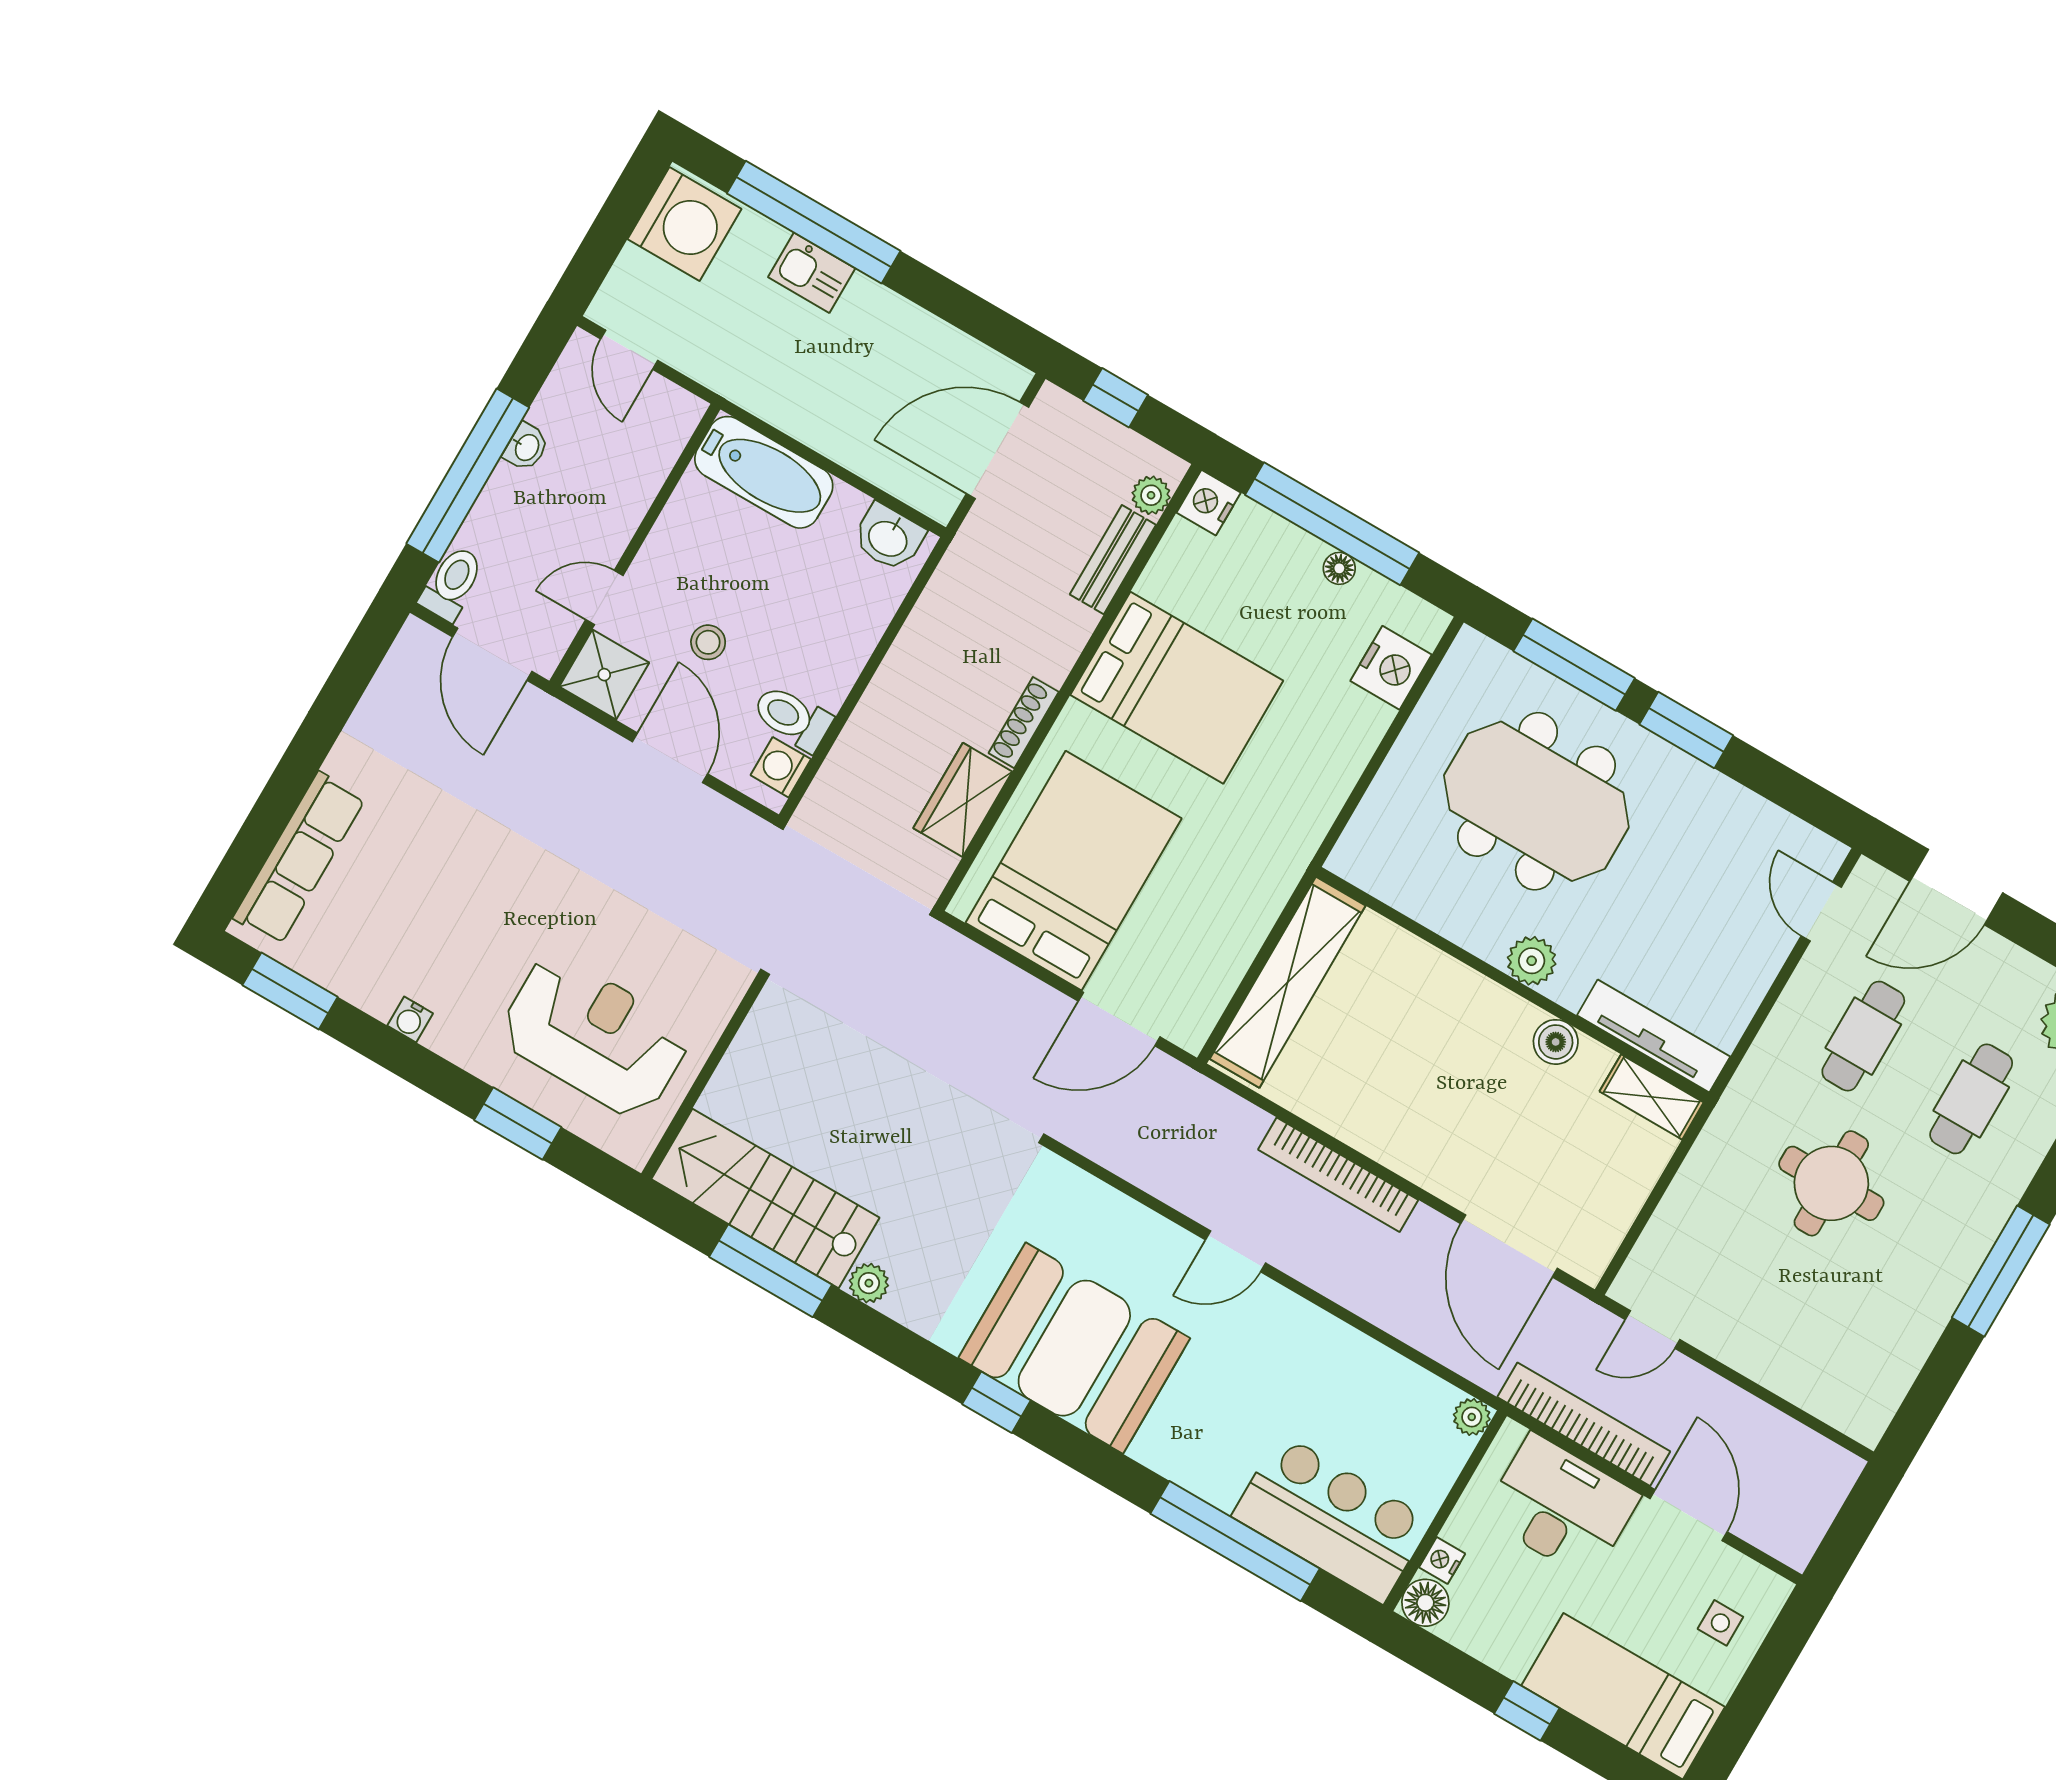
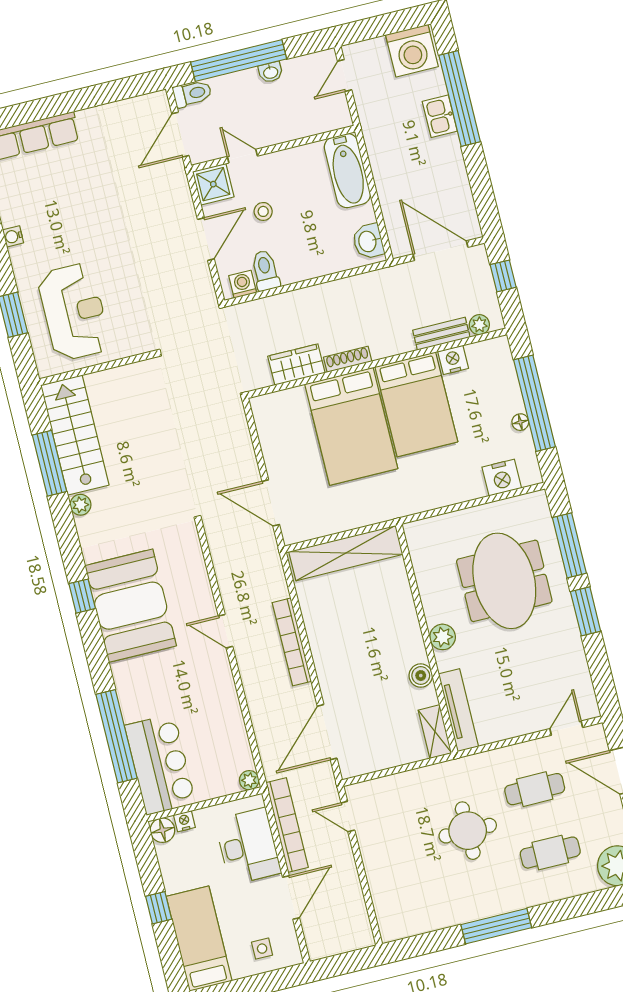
nightstand: (1209, 503) -> (453, 360), moved
bed: (1074, 871) -> (351, 426), moved, turned 90

